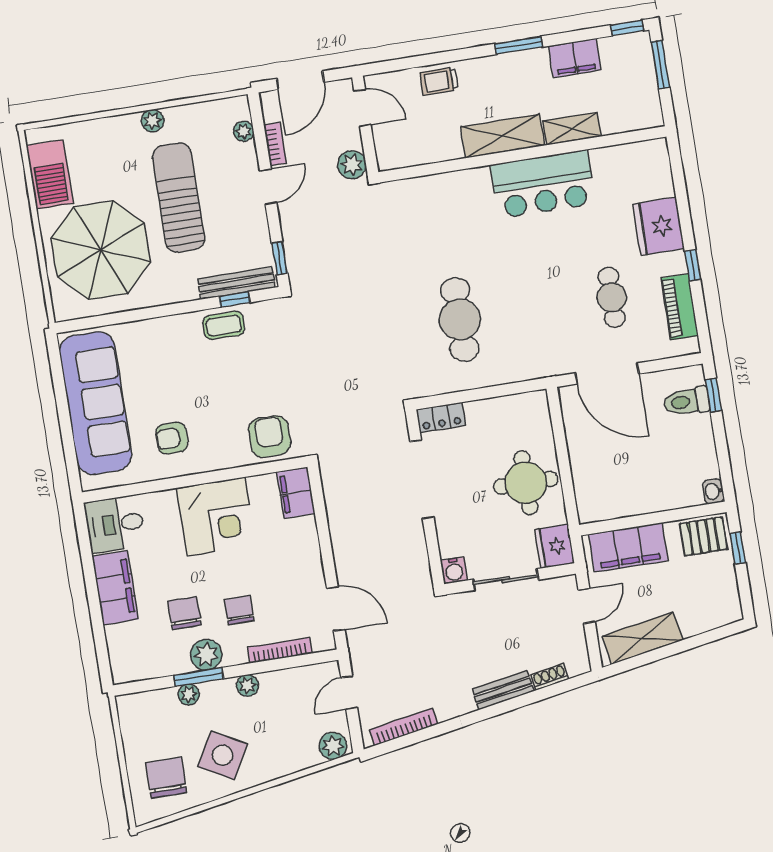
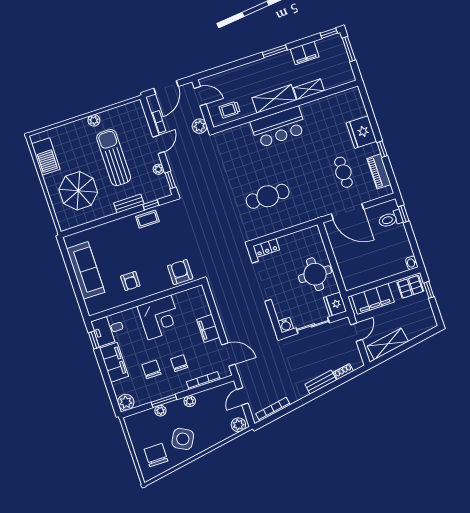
trolley: (439, 81) -> (230, 110), moved
plant: (244, 131) -> (158, 169), moved
bar counter: (543, 184) -> (278, 127), moved
parasol: (101, 250) -> (78, 191), width x0.73, depth x0.73
bench: (236, 283) -> (129, 204), moved, width x0.73
cafe table: (460, 319) -> (268, 196), turned 90
sofa: (96, 403) -> (86, 270), width x0.74, depth x0.79
armchair: (172, 438) -> (130, 281), turned -90
filing cabinet: (296, 493) -> (208, 328), moved
window: (84, 539) -> (94, 340), added
plant: (206, 655) -> (126, 402), moved

